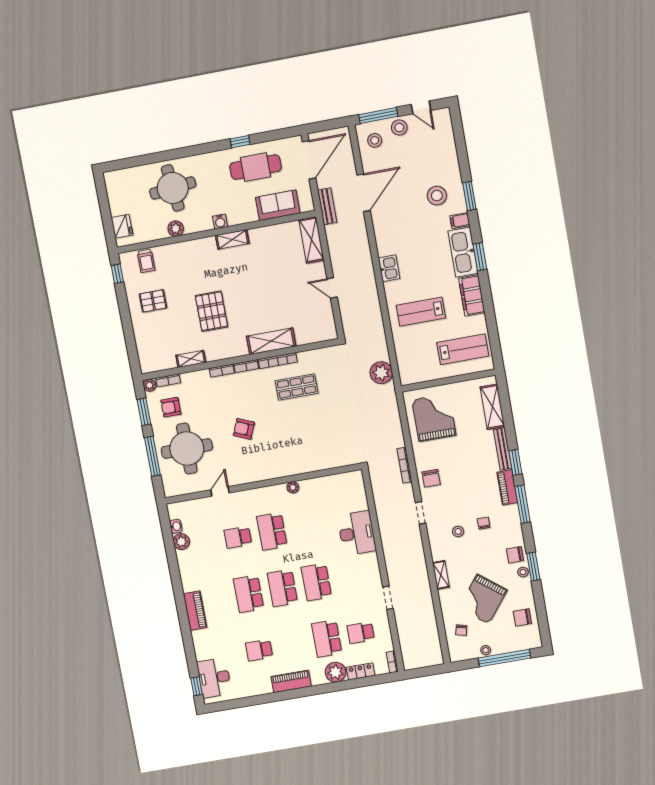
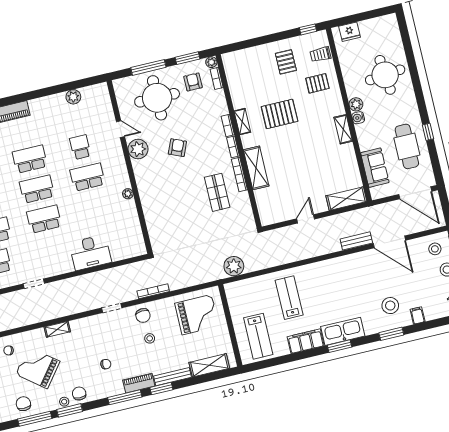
bench: (327, 206) -> (356, 241), moved
filing cabinet: (460, 221) -> (418, 315), moved
plant: (176, 229) -> (356, 104), moved
pallet: (179, 266) -> (317, 83), added
kitchen sink: (389, 268) -> (325, 268), removed
shelving: (191, 359) -> (242, 122), moved
plant: (243, 473) -> (138, 149), added
chair: (431, 478) -> (143, 315), turned -94
washbasin: (176, 526) -> (87, 91), removed
stool: (458, 531) -> (150, 338), moved
window: (540, 606) -> (35, 419), added

